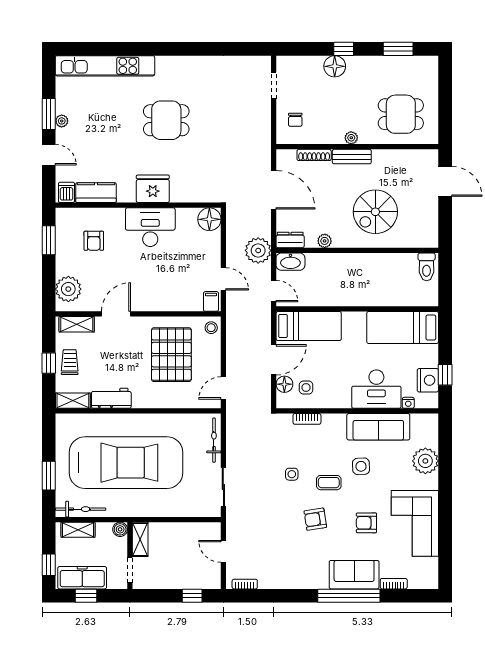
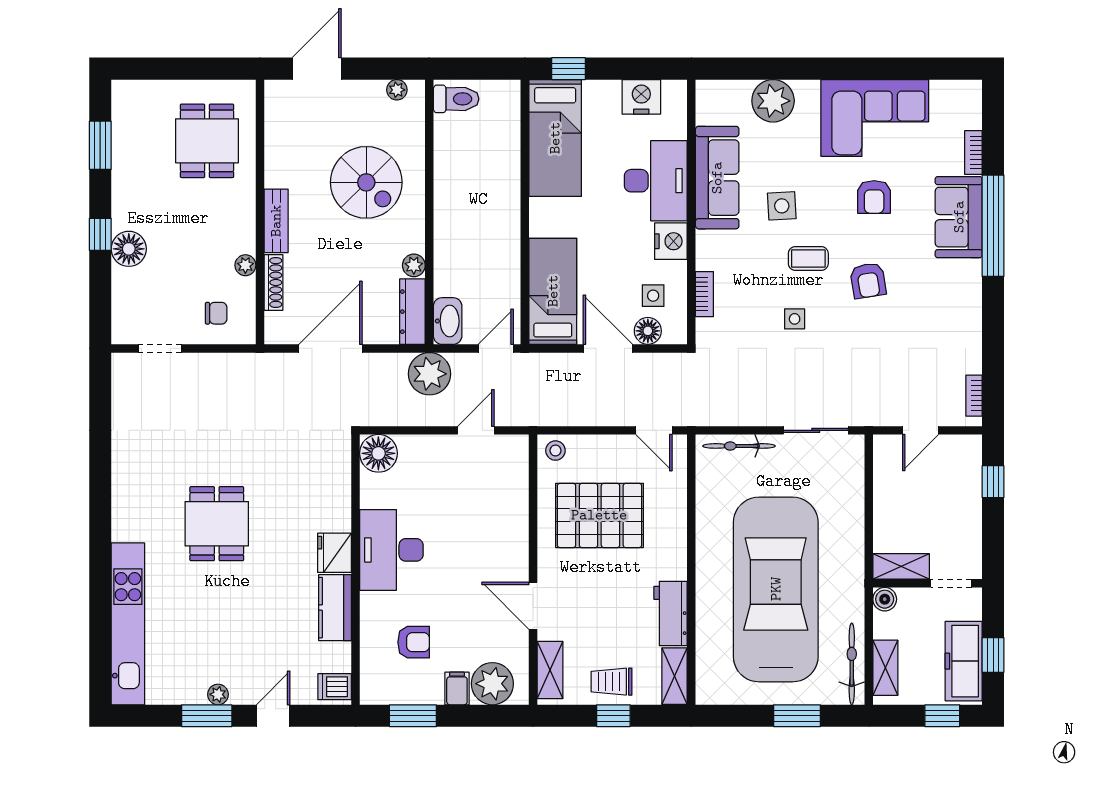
plant: (351, 138) -> (245, 265), moved
fridge: (153, 189) -> (335, 553), width x0.73, depth x0.75
kitchen counter: (96, 193) -> (335, 608), moved
plant: (432, 231) -> (397, 90), added
dresser: (290, 240) -> (412, 312), width x1.44
filing cabinet: (211, 301) -> (457, 689), moved, turned 90
window: (445, 375) -> (568, 69), moved
nightstand: (408, 403) -> (671, 241), moved, width x1.89, depth x1.79
coffee table: (329, 483) -> (808, 259), turned 90

